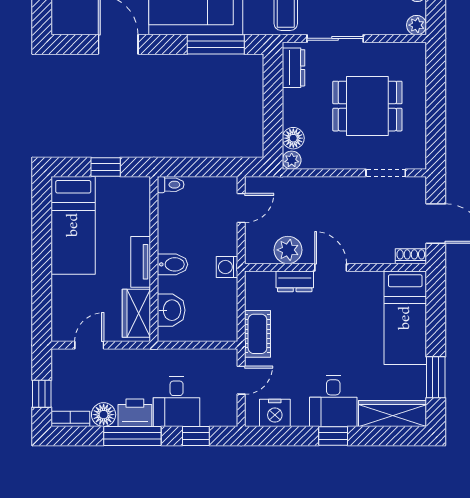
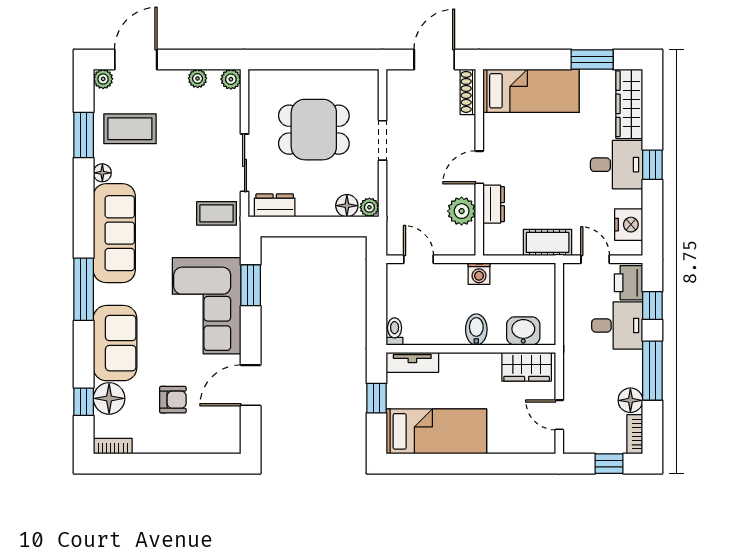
window: (216, 44) -> (251, 285), width x0.69
dining table: (367, 106) -> (314, 130), turned 90
doorway: (386, 173) -> (383, 140), moved
shoe rack: (411, 256) -> (468, 92), width x1.43
tv unit: (141, 262) -> (412, 362), moved
printer: (135, 413) -> (629, 283), moved

